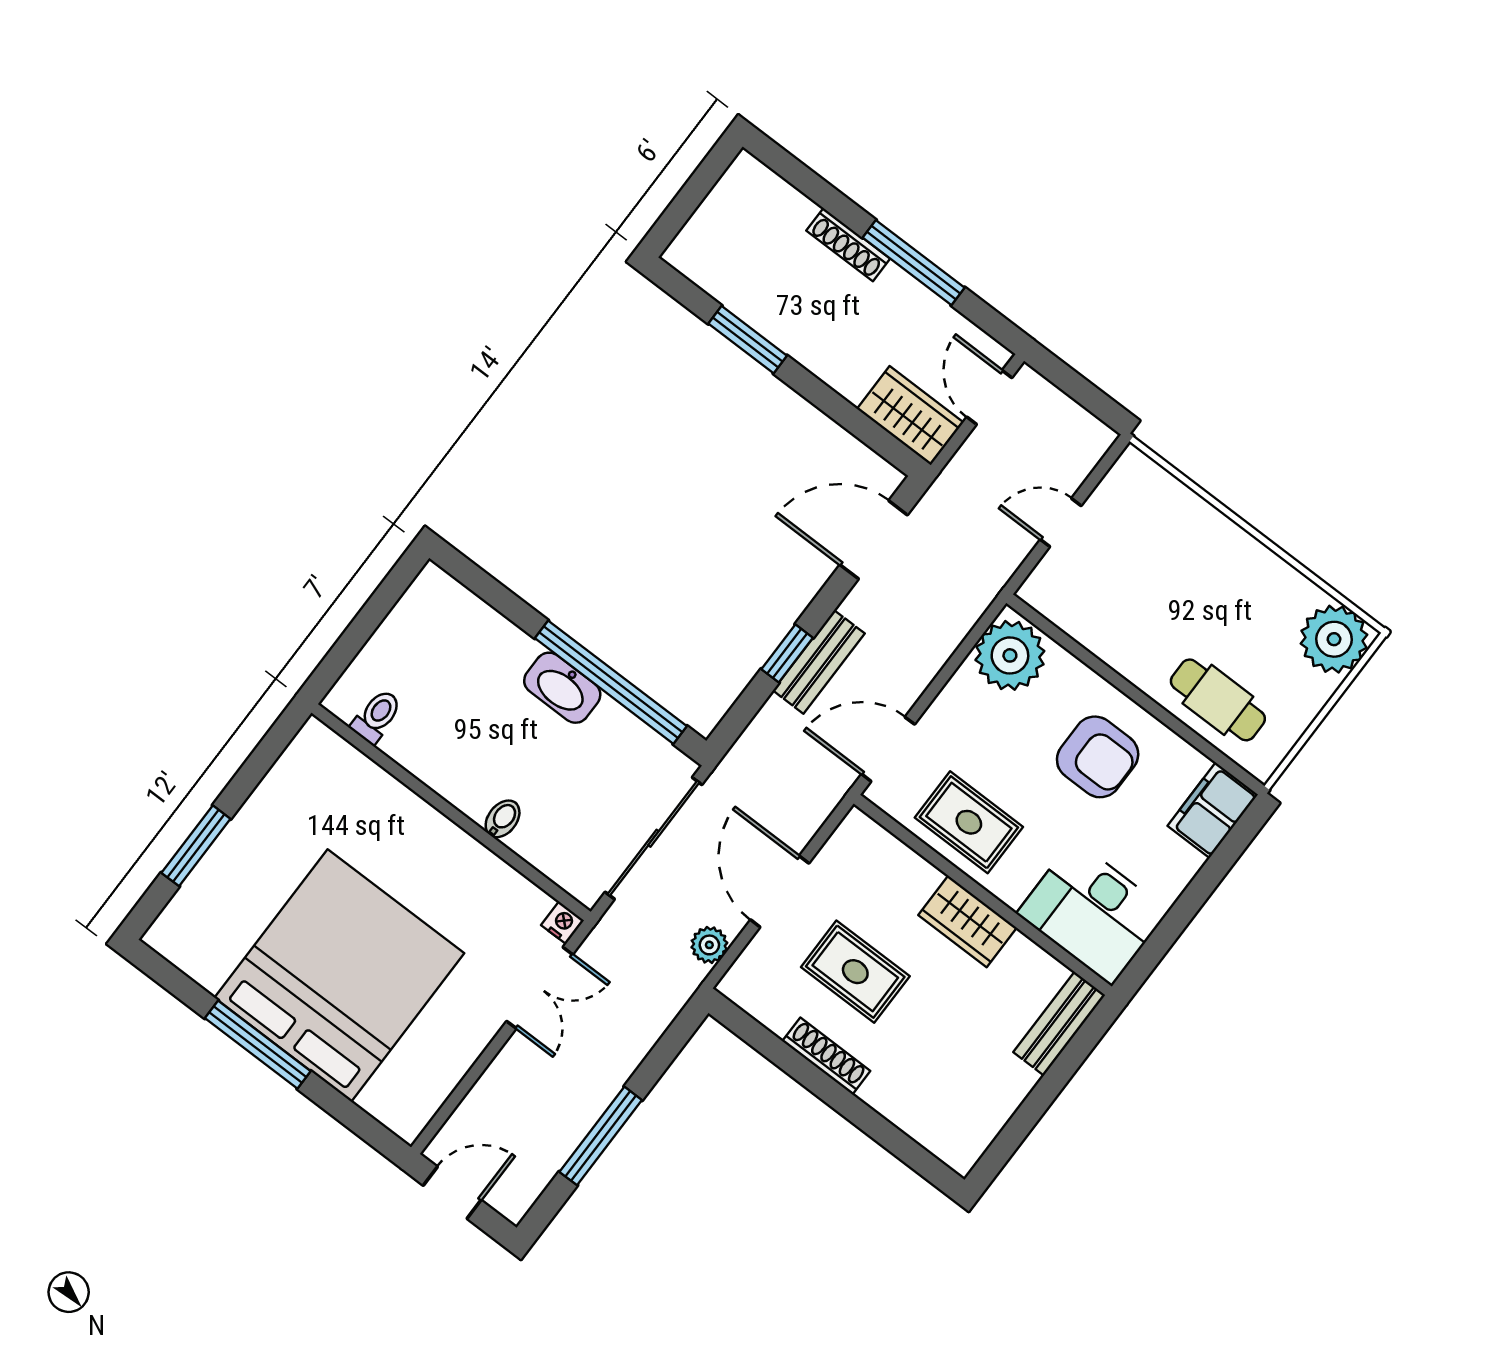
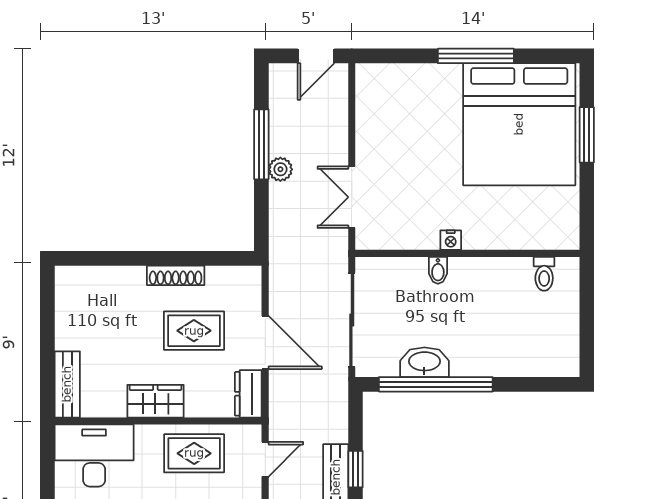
washbasin: (562, 688) -> (424, 362), moved
door: (888, 749) -> (265, 459), width x0.73
dresser: (848, 844) -> (248, 394), added
nightstand: (563, 923) -> (451, 240), moved
plant: (709, 945) -> (280, 169), moved
bed: (339, 975) -> (519, 124), moved

